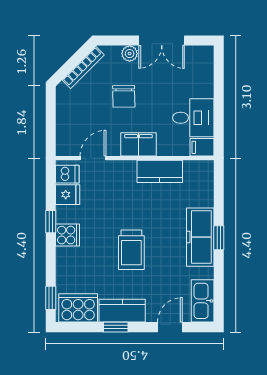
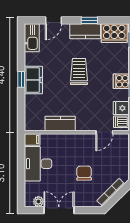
plant: (130, 54) -> (38, 202), moved
desk: (193, 118) -> (38, 164), width x1.37
filing cabinet: (138, 144) -> (74, 141), removed
freezer: (200, 237) -> (33, 80), width x0.71

